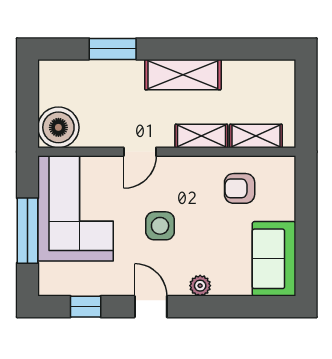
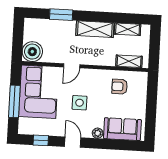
shelving: (201, 136) -> (128, 29), moved
sofa: (274, 259) -> (122, 129), moved, turned 90

